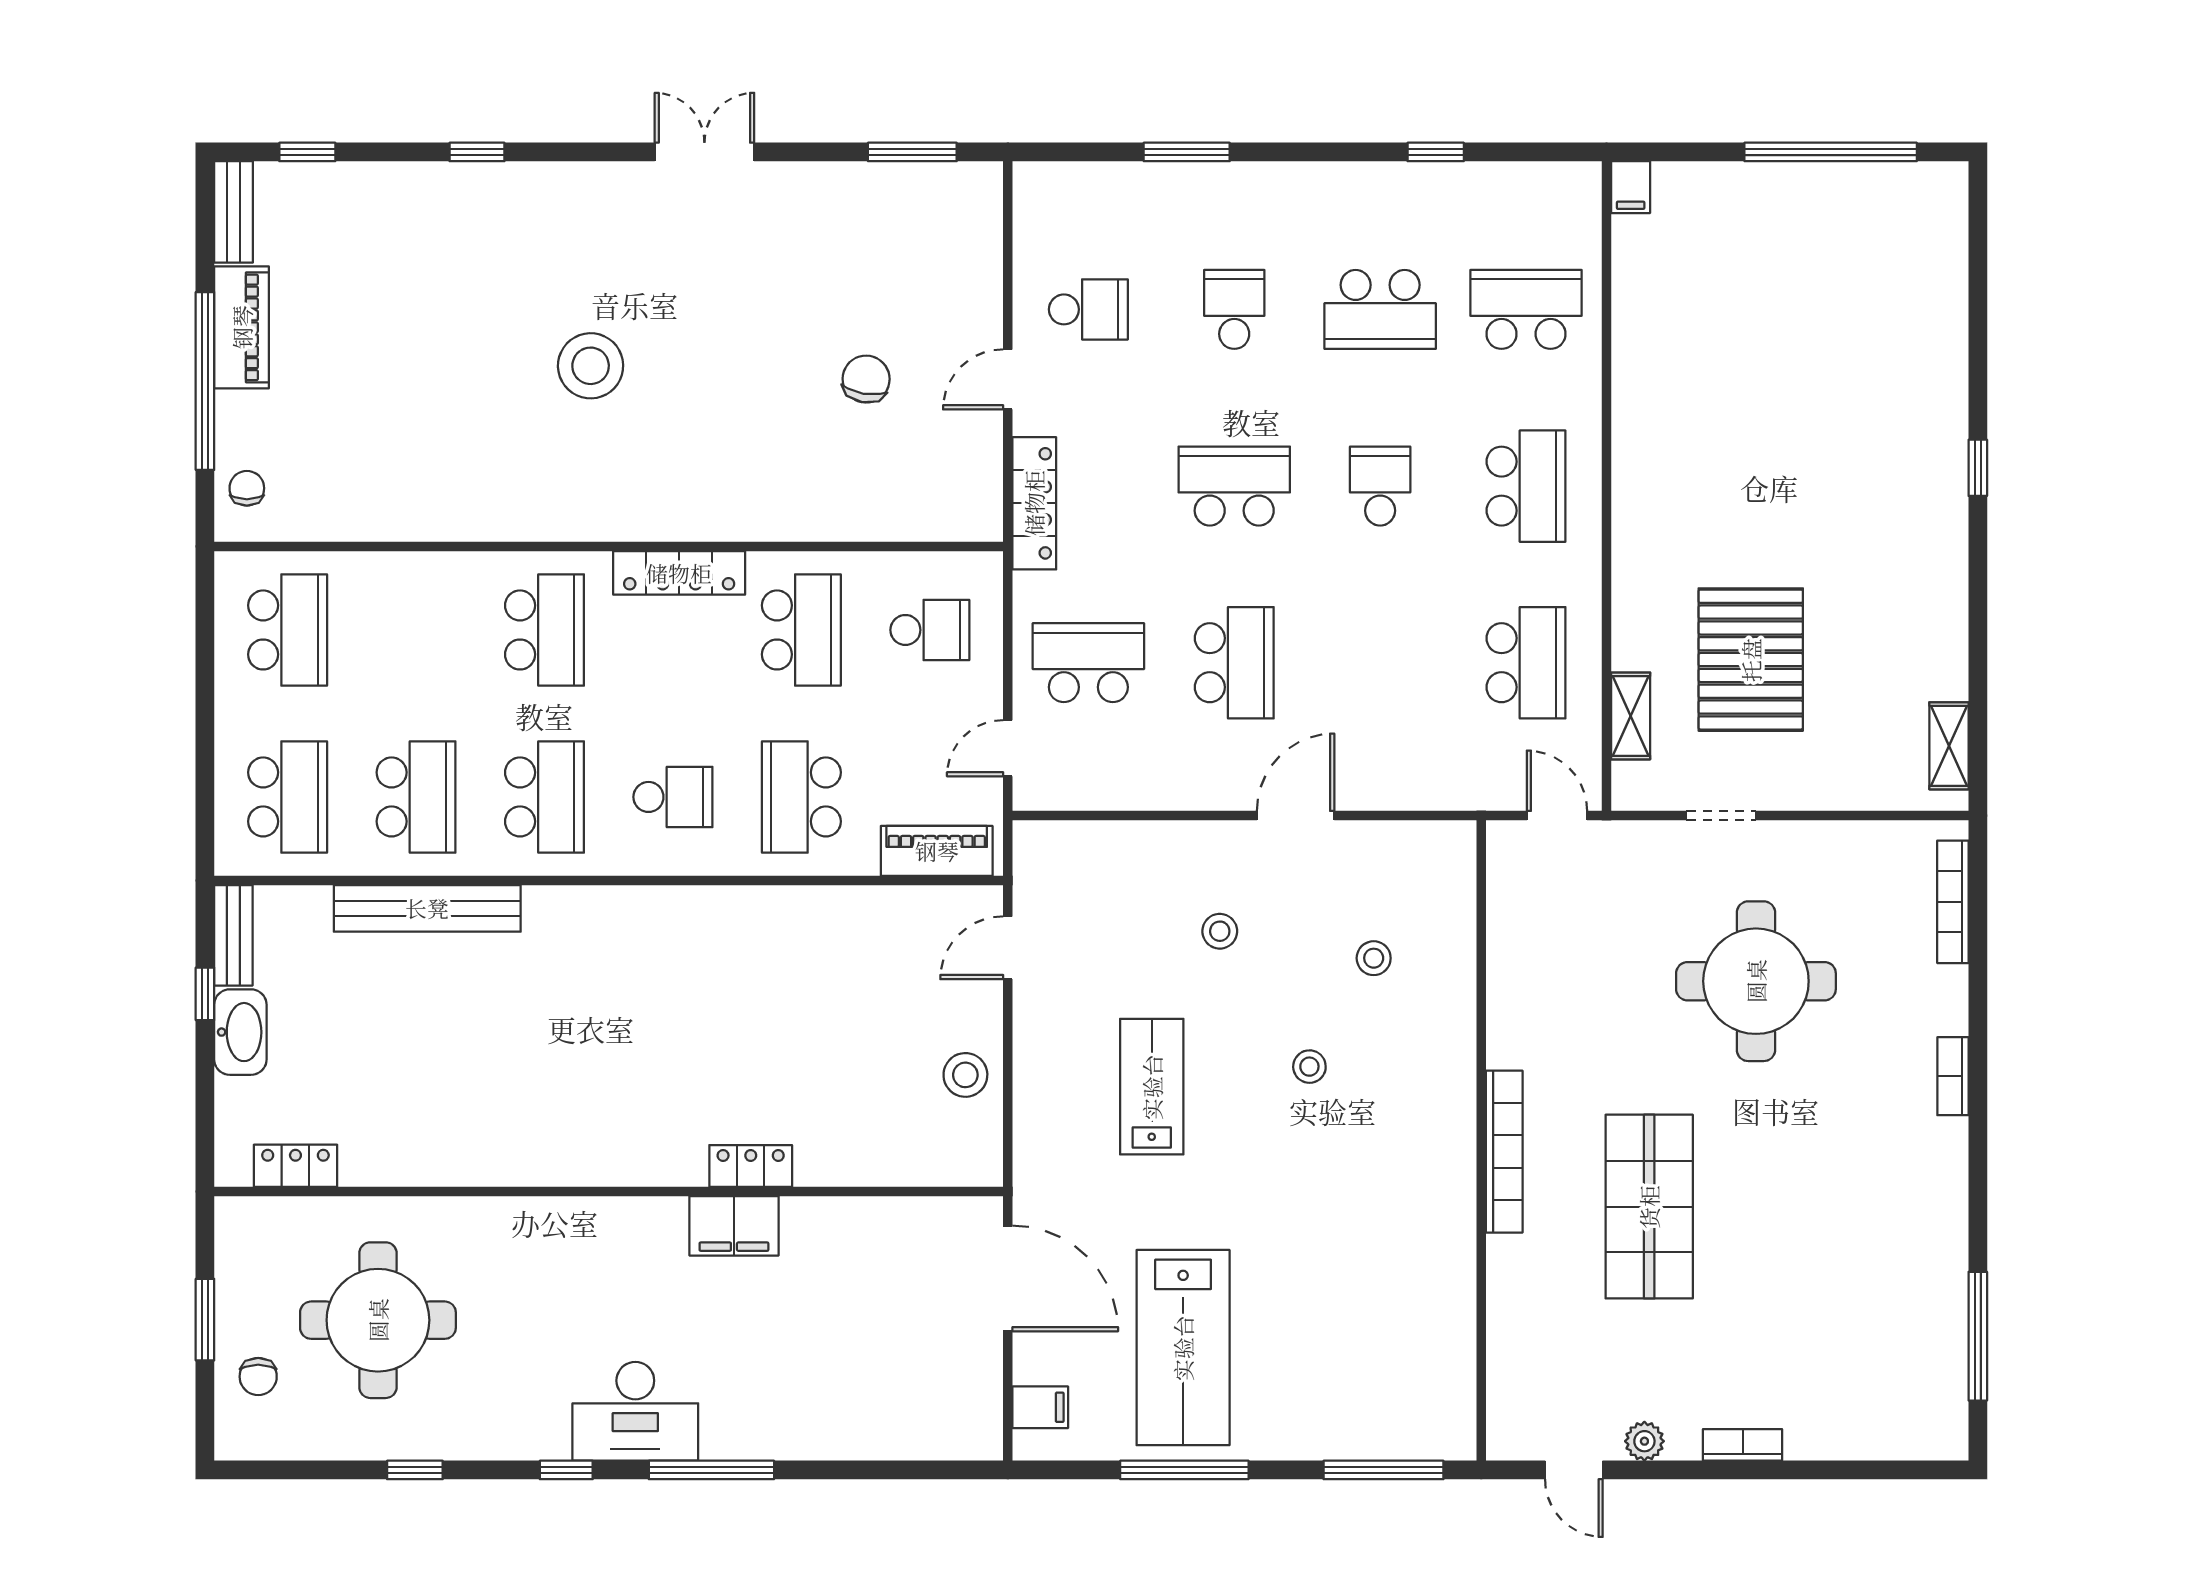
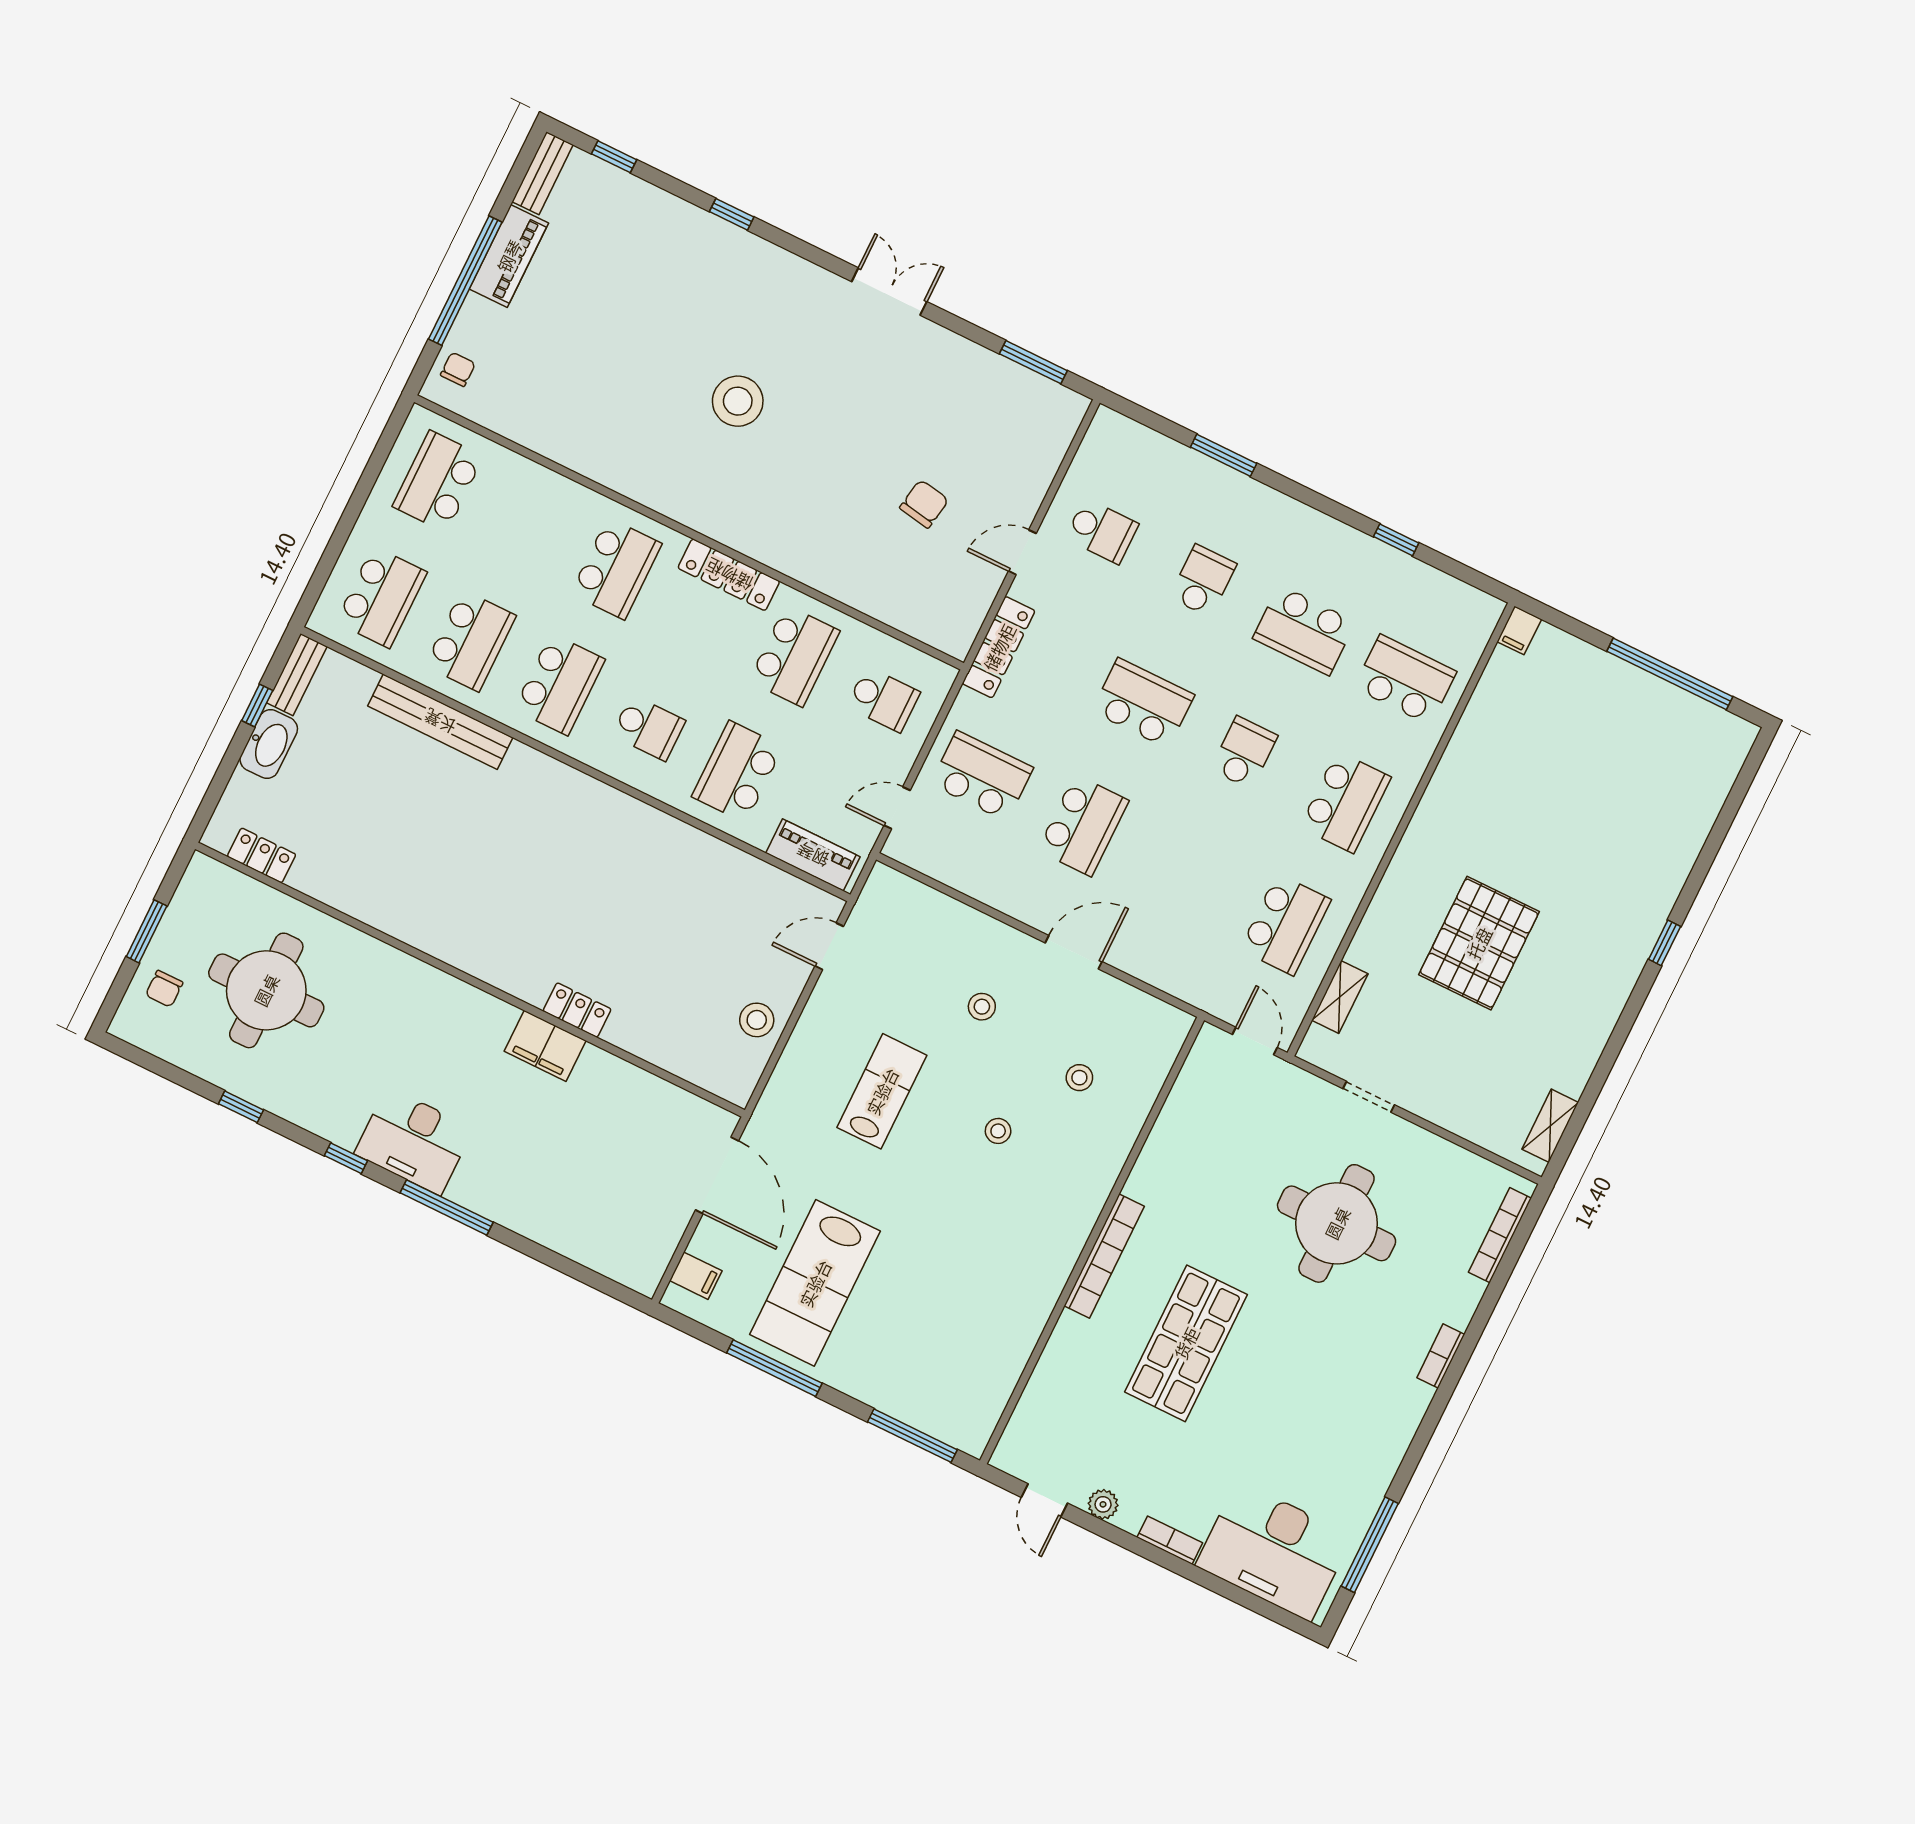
school desk: (288, 630) -> (438, 481), turned 180
pallet: (1751, 660) -> (1479, 943), moved
desk: (1870, 1398) -> (1274, 1551), added

